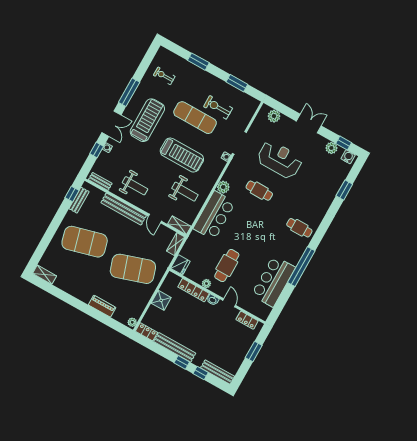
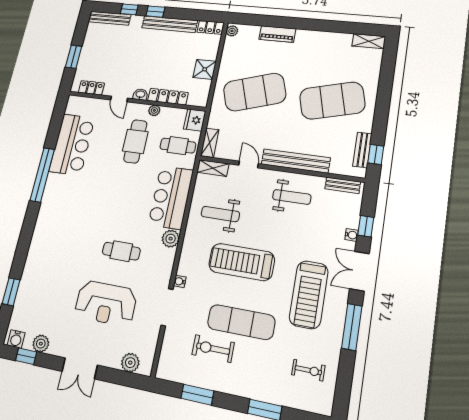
exercise bike: (218, 107) -> (213, 349), turned 180
weight bench: (135, 186) -> (292, 197), turned 180
cafe table: (299, 228) -> (178, 146), moved

